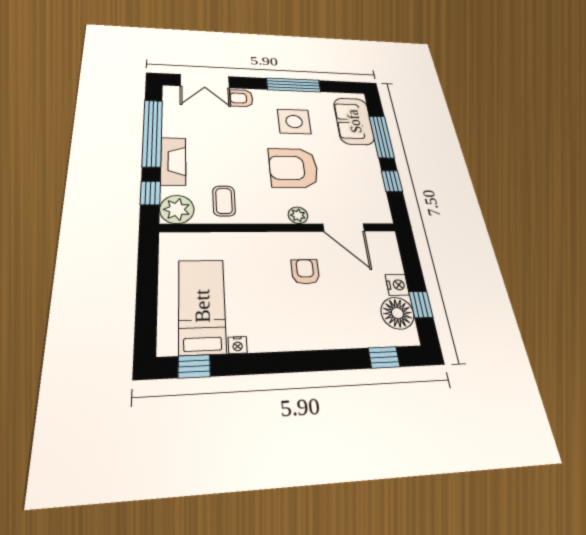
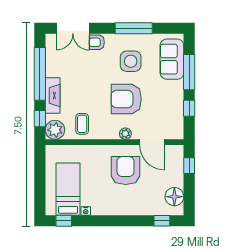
armchair: (305, 272) -> (126, 171), width x1.88, depth x1.88
nightstand: (397, 285) -> (178, 180), removed
window: (421, 305) -> (189, 166), moved

